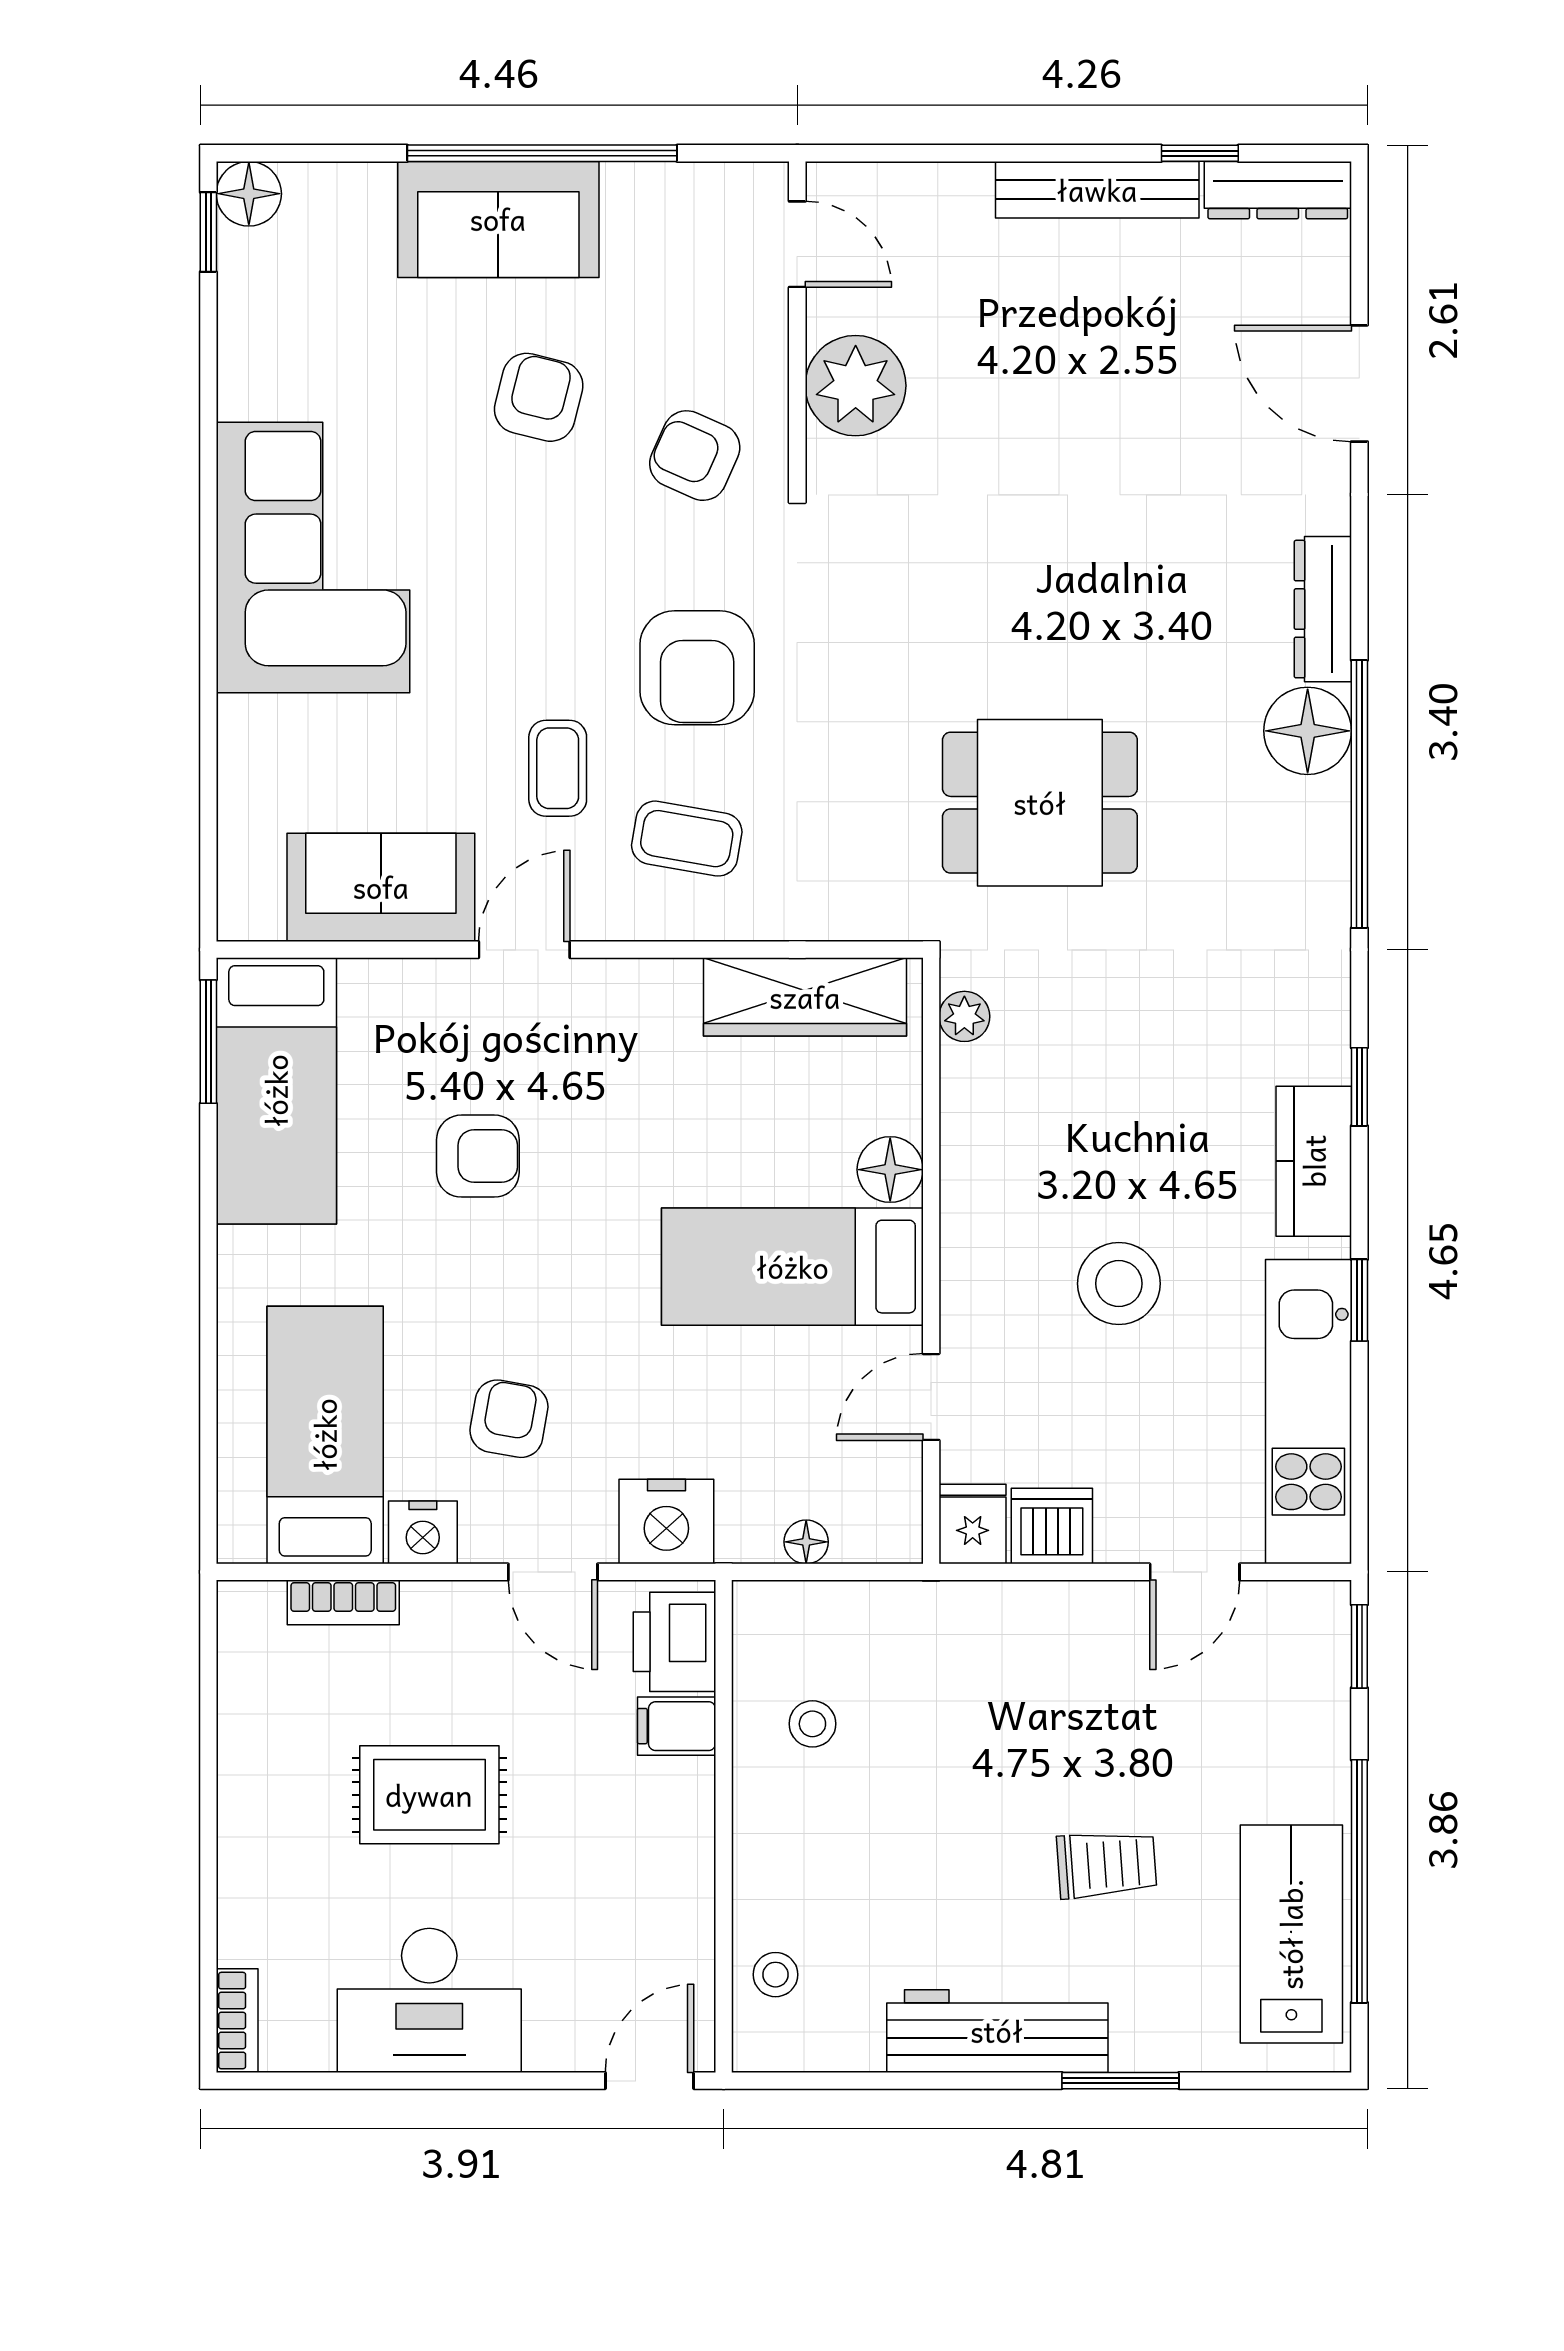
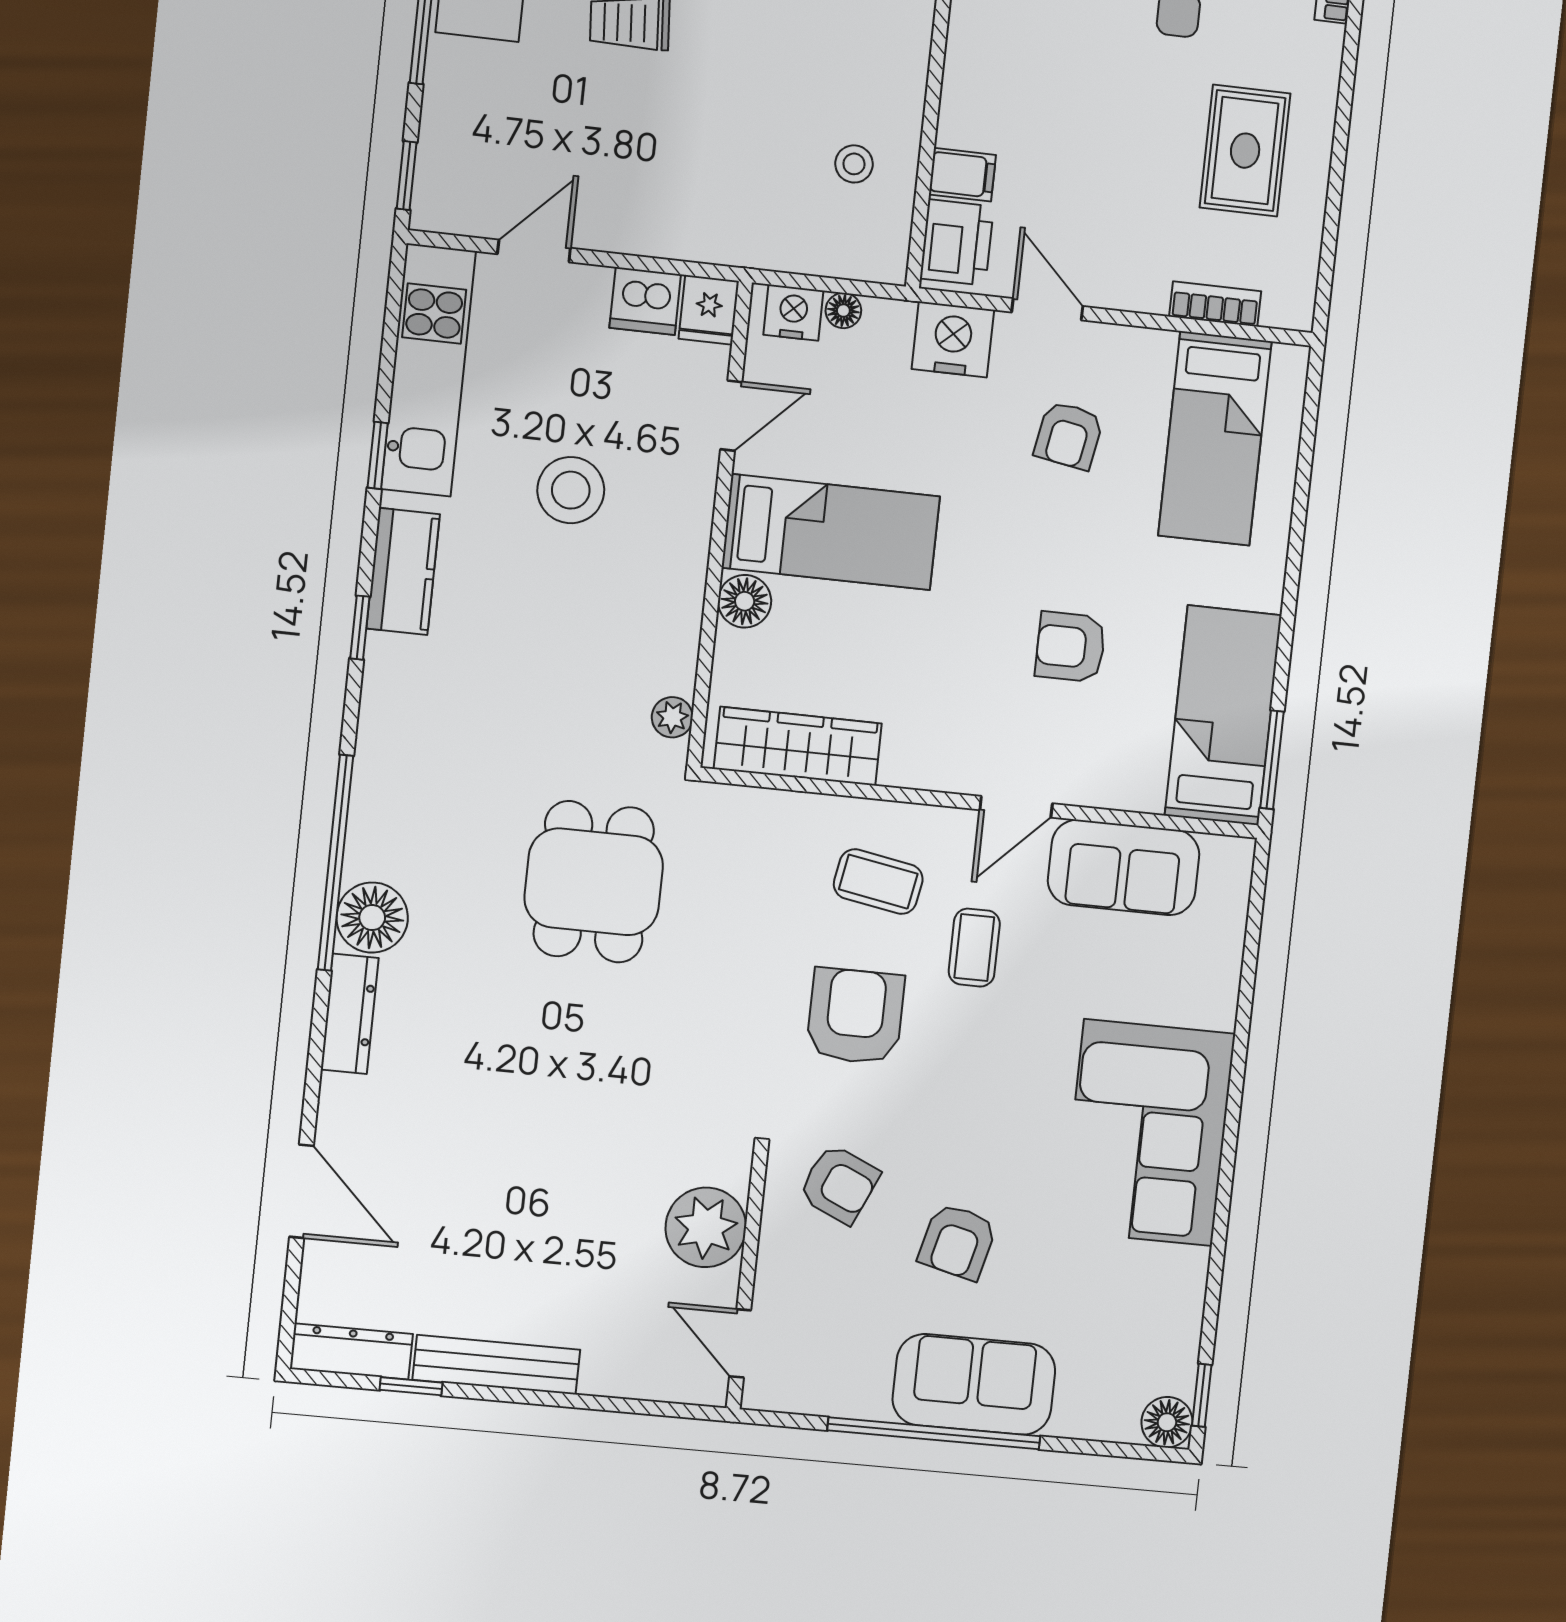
dining table: (1040, 803) -> (594, 882), turned 90
nightstand: (423, 1532) -> (793, 313), moved
rug: (429, 1795) -> (1245, 151), moved, turned 90

